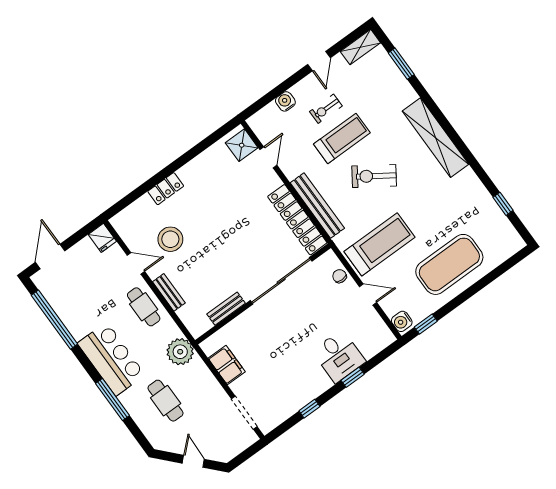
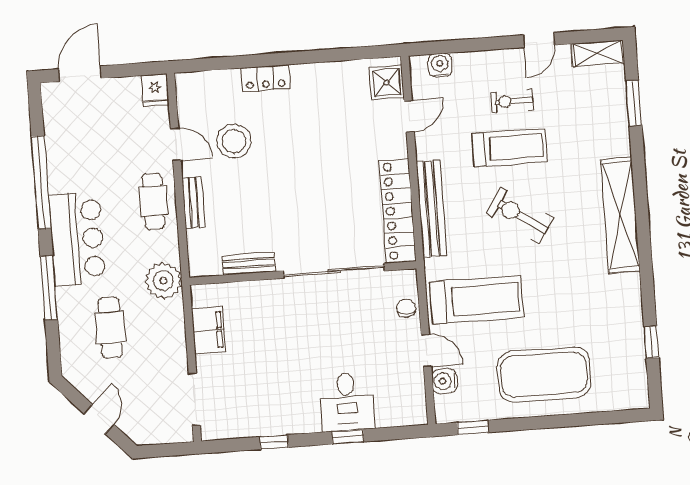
water cooler: (285, 101) -> (440, 65), moved
window: (54, 320) -> (41, 183), moved
water cooler: (402, 321) -> (444, 381), moved

